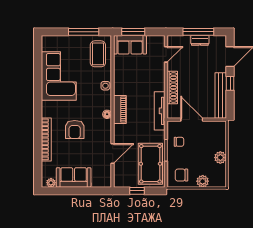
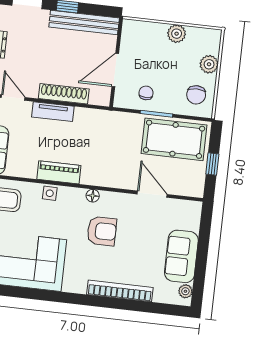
piano: (120, 109) -> (59, 172), moved
tv unit: (160, 111) -> (53, 112), moved, width x0.71
armchair: (75, 129) -> (102, 231), moved

